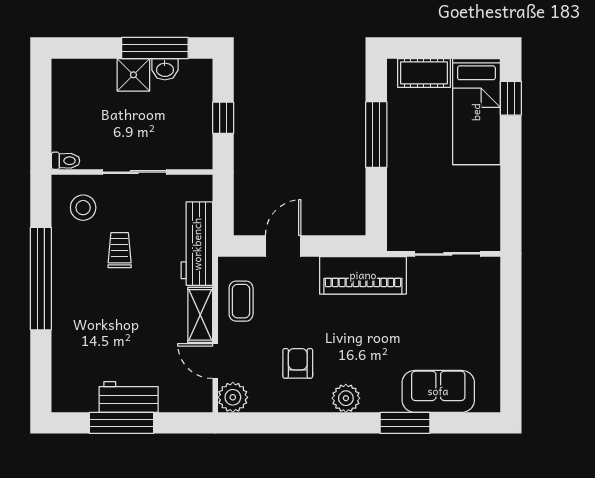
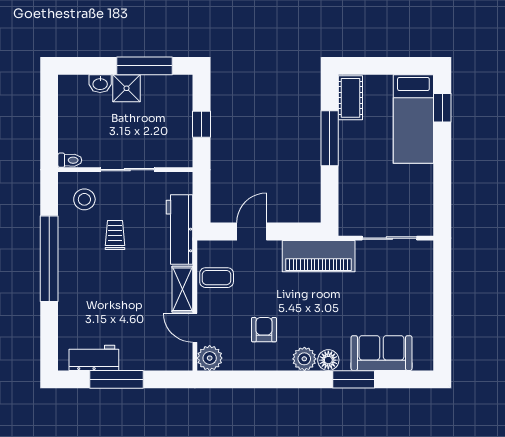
washbasin: (165, 69) -> (100, 84), moved
cot: (424, 73) -> (350, 98), moved, turned 90
coffee table: (241, 301) -> (217, 278), turned 90
workbench: (129, 397) -> (94, 358), moved
floor lamp: (375, 400) -> (328, 360), added

